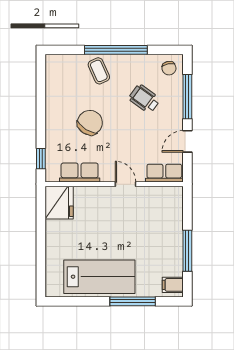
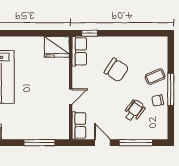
window: (116, 50) -> (171, 89), width x0.68
chair: (169, 68) -> (158, 101), moved
row of seats: (80, 172) -> (79, 51), moved
window: (187, 251) -> (39, 143), moved

